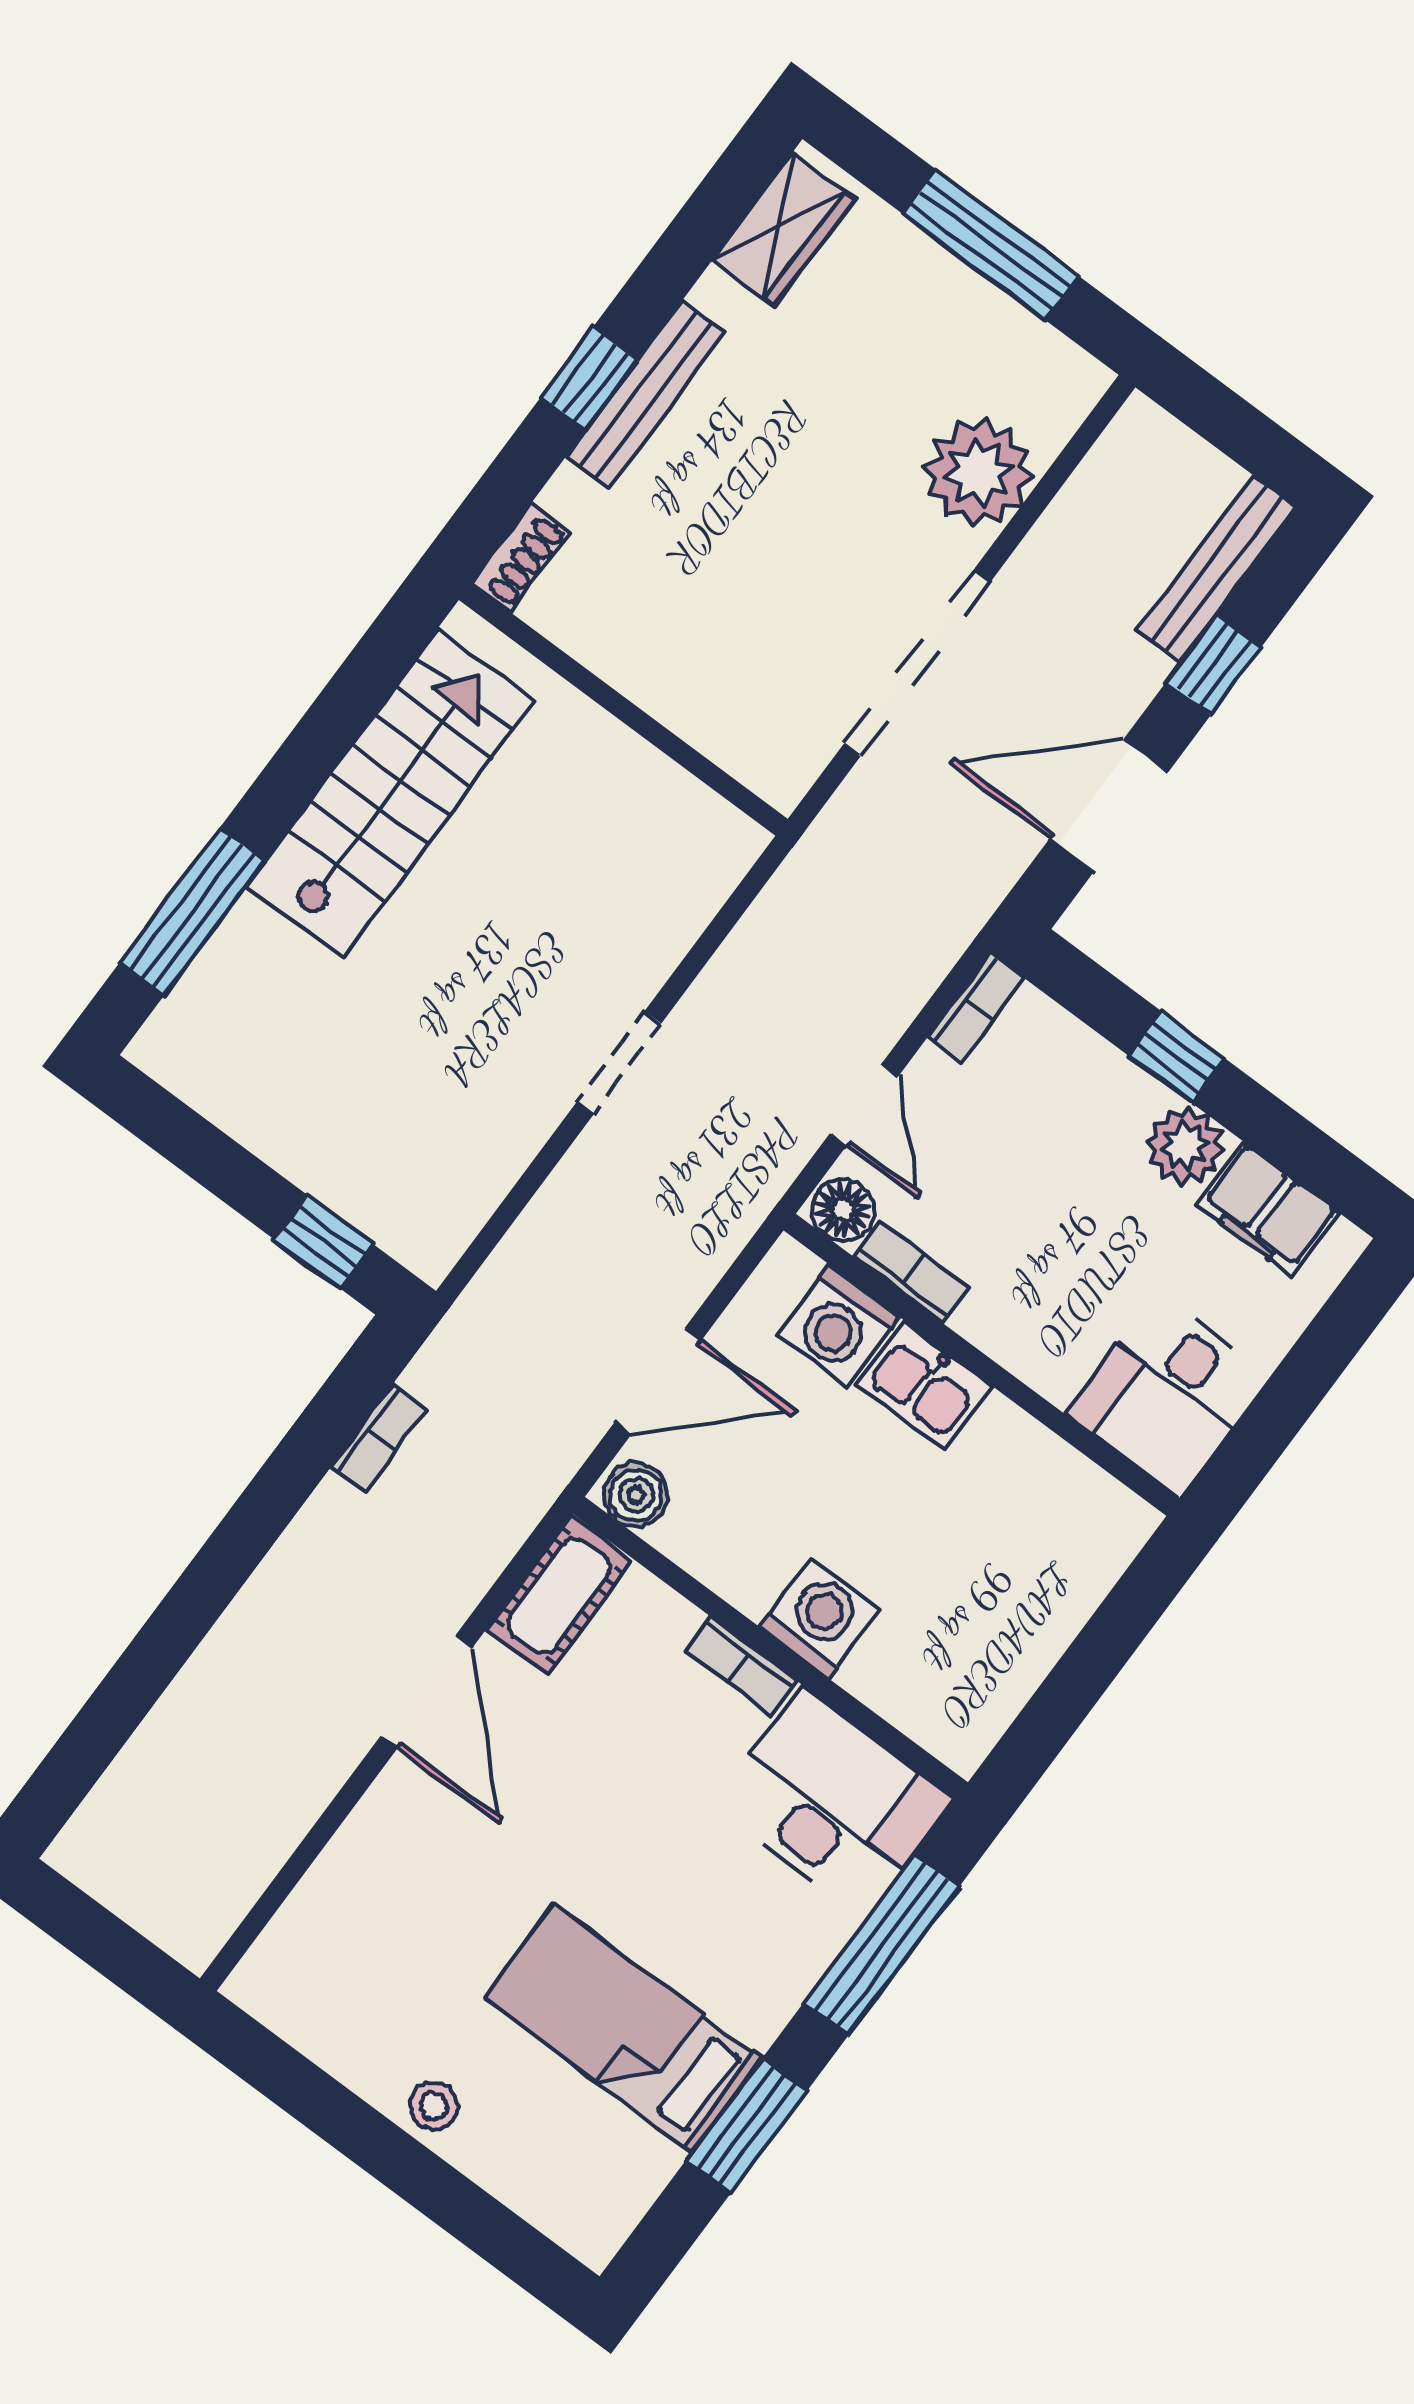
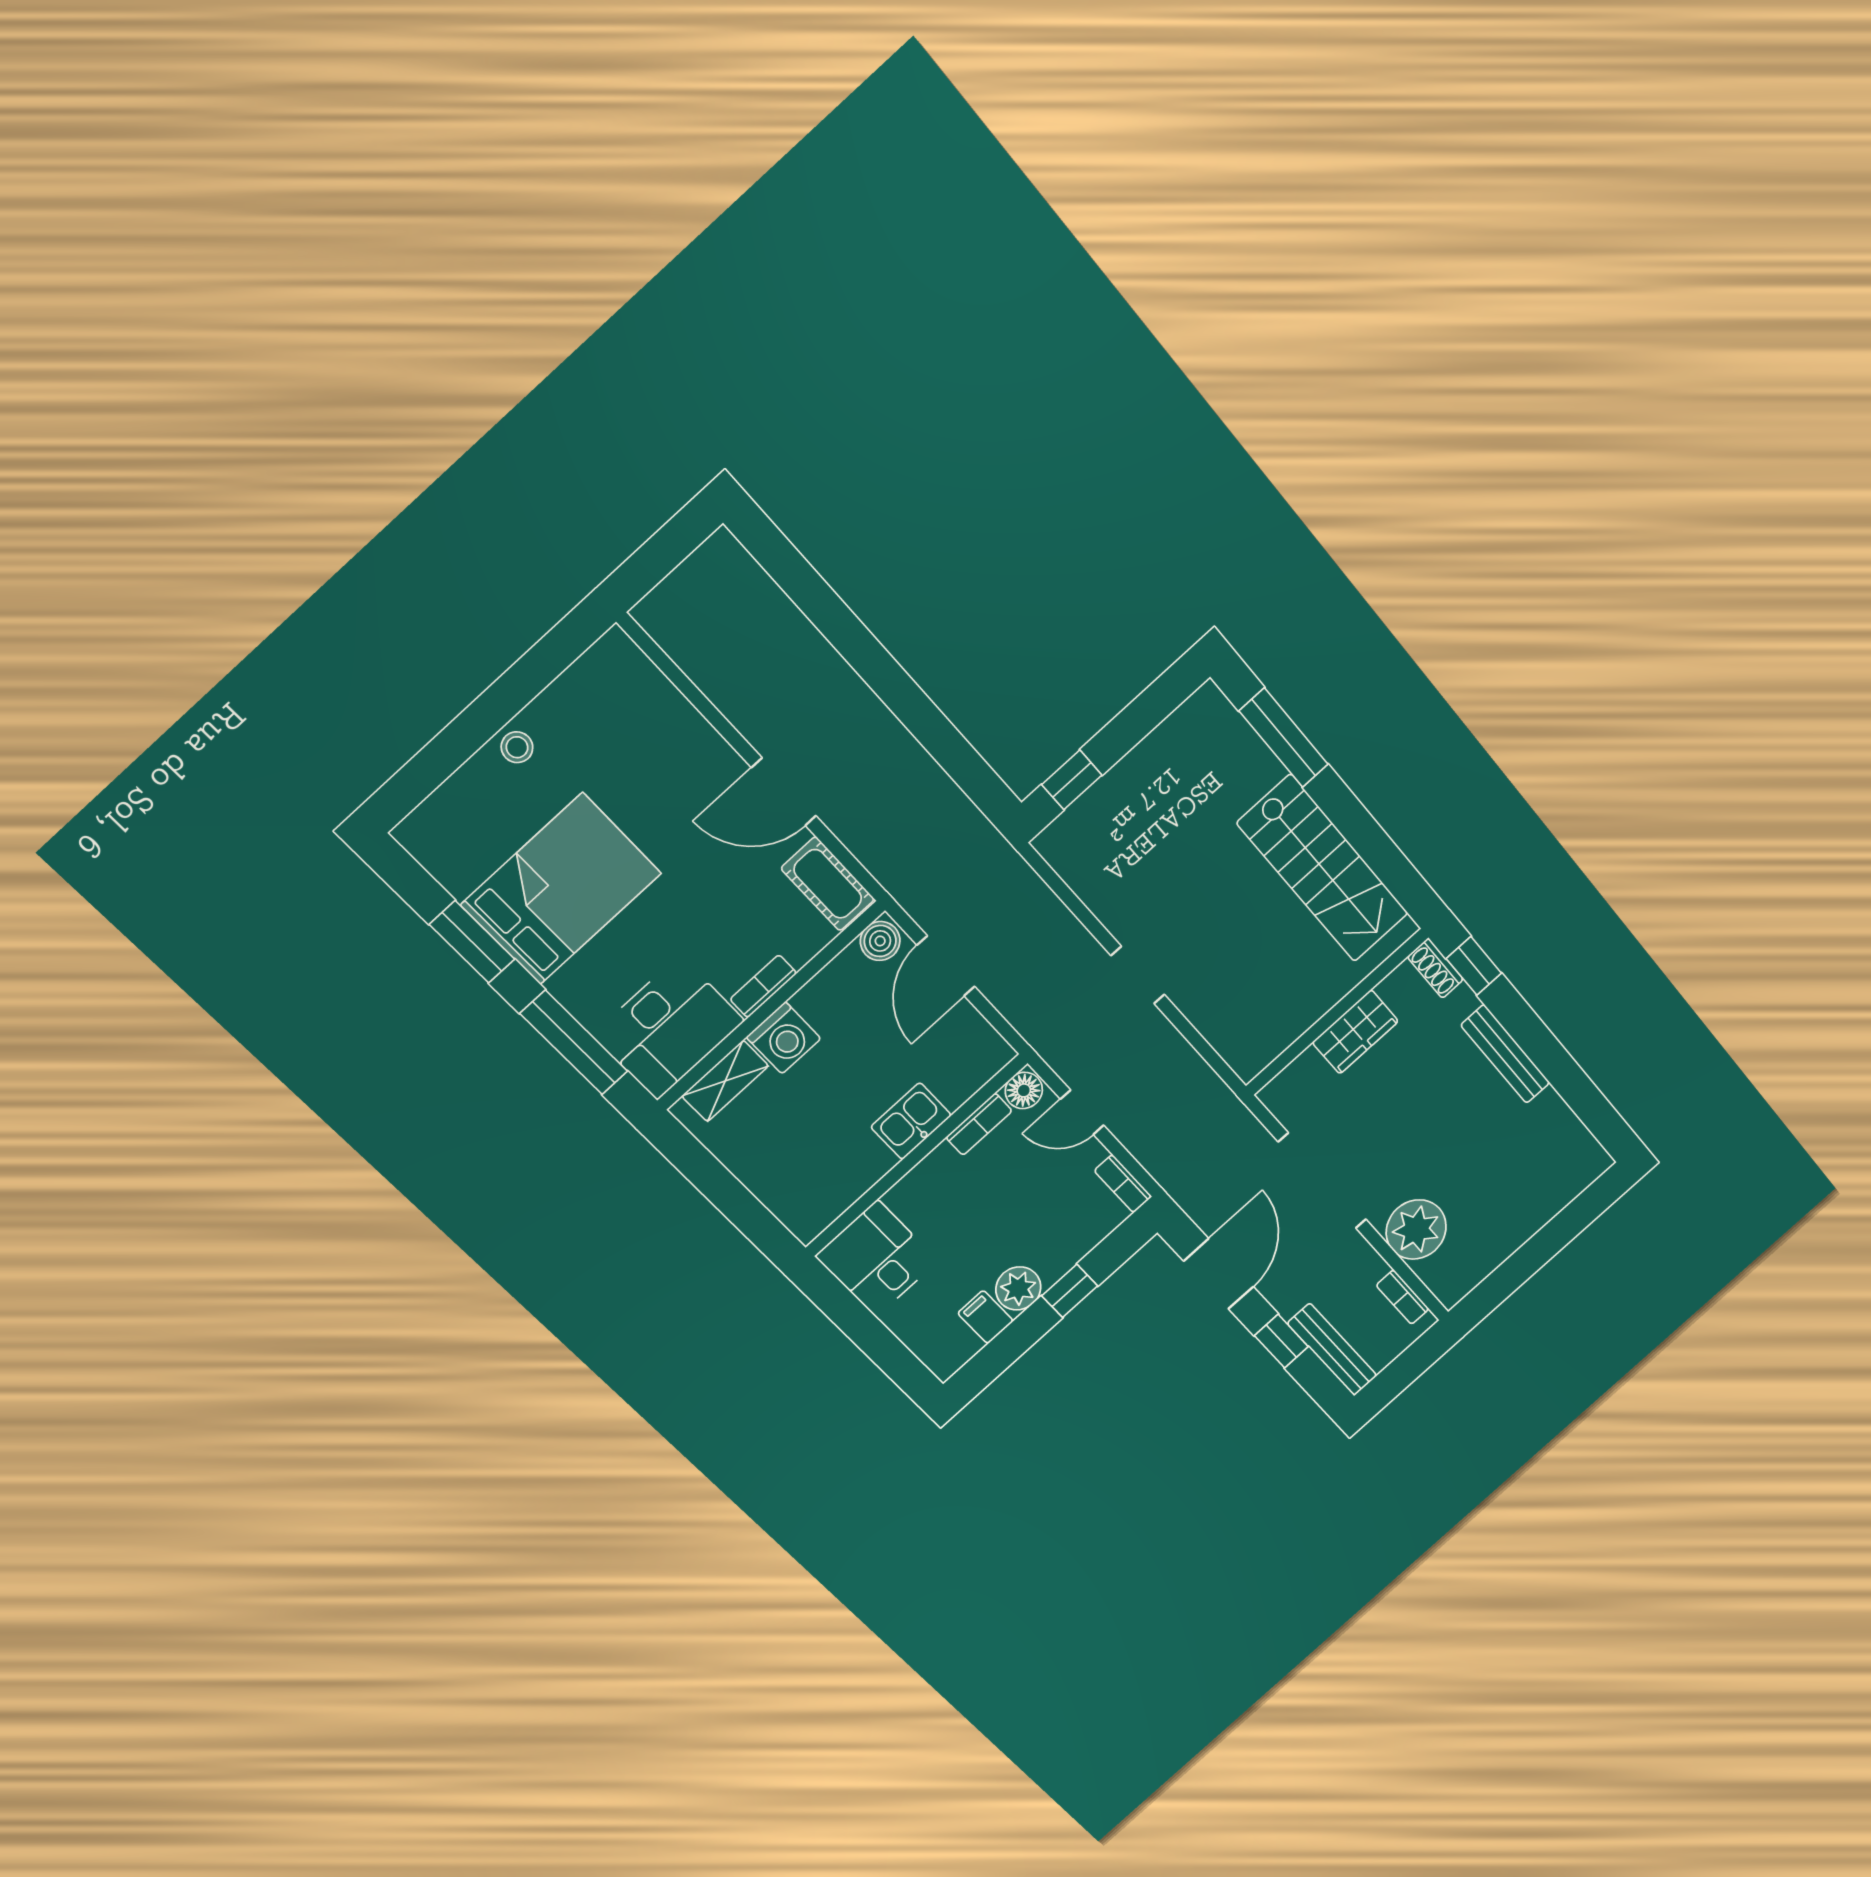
wardrobe: (783, 230) -> (1355, 1032), moved, turned -90
window: (990, 245) -> (1534, 1254), removed
window: (589, 379) -> (1474, 966), moved
filing cabinet: (1268, 1209) -> (985, 1317), width x0.50
washing machine: (838, 1326) -> (957, 1077), removed
bookcase: (378, 1438) -> (1403, 1297), moved
shelving: (906, 1698) -> (725, 1081), added
bed: (623, 2028) -> (561, 889), width x1.50

